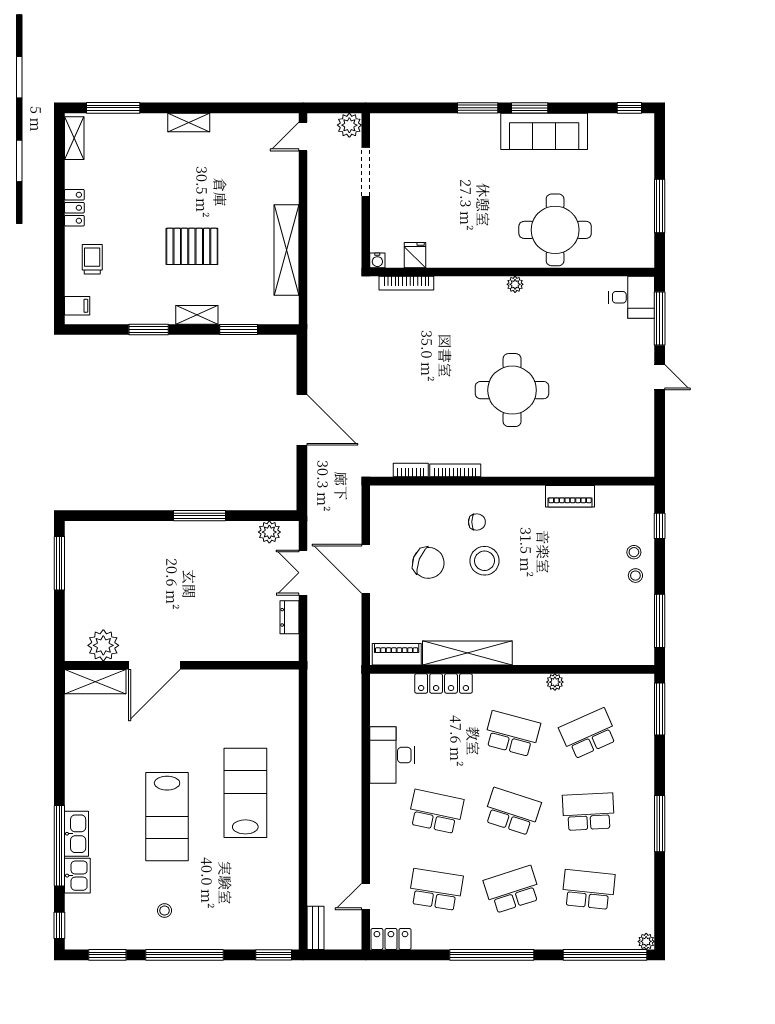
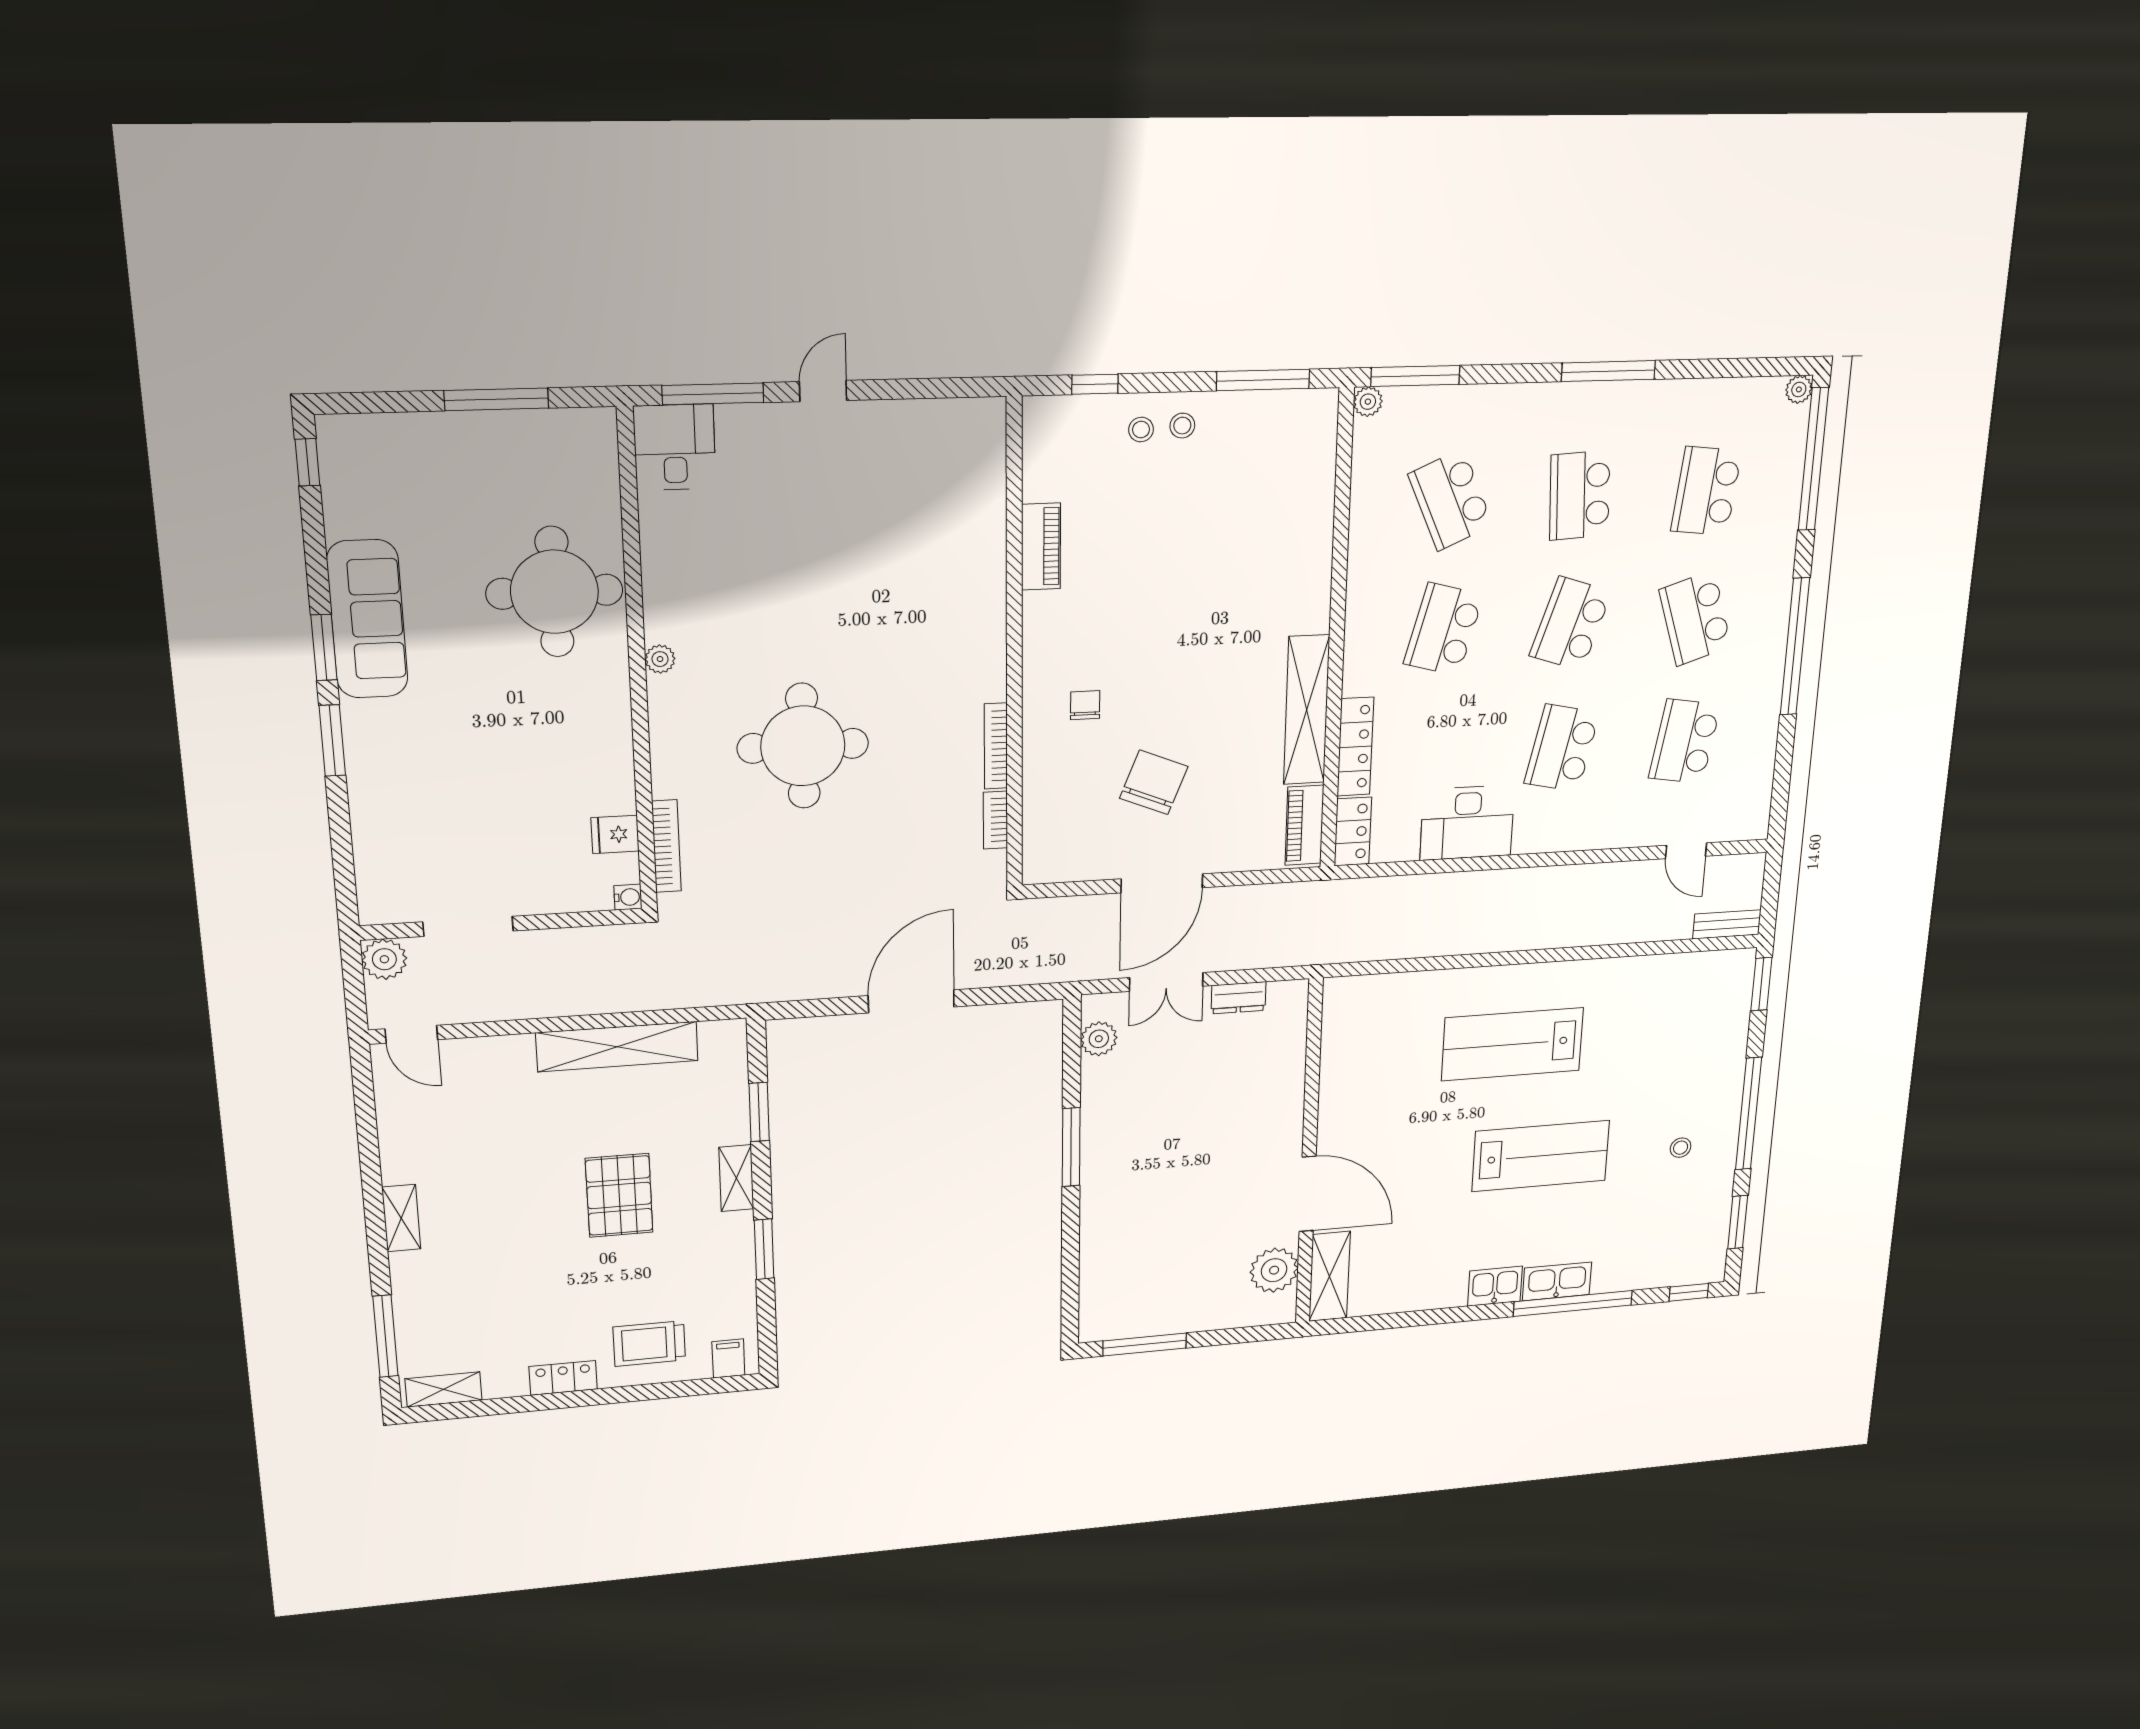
trolley: (92, 259) -> (649, 1344), width x1.36, depth x1.39
round table: (512, 390) -> (803, 746), moved
stool: (485, 561) -> (1152, 689), removed
plant: (555, 682) -> (1368, 402), moved
kitchen sink: (77, 876) -> (1495, 1286), moved
locker: (391, 939) -> (1353, 831), moved, turned 180

